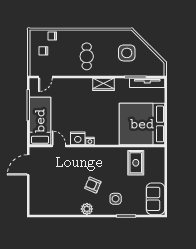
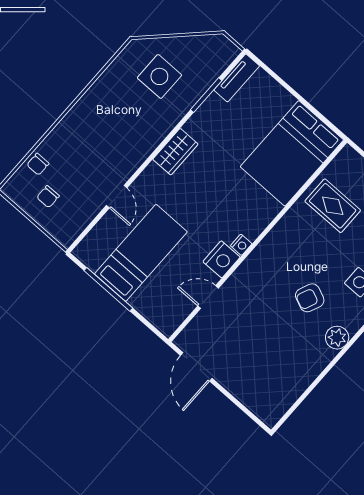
cafe table: (87, 56) -> (112, 140), removed
door: (45, 77) -> (117, 197), moved
tv unit: (147, 83) -> (237, 78), width x0.71
bed: (40, 121) -> (141, 253), moved, turned 90
bed: (142, 124) -> (292, 153), width x0.73

